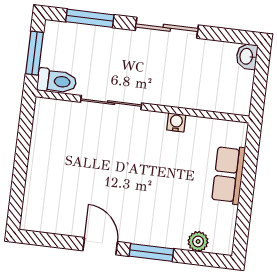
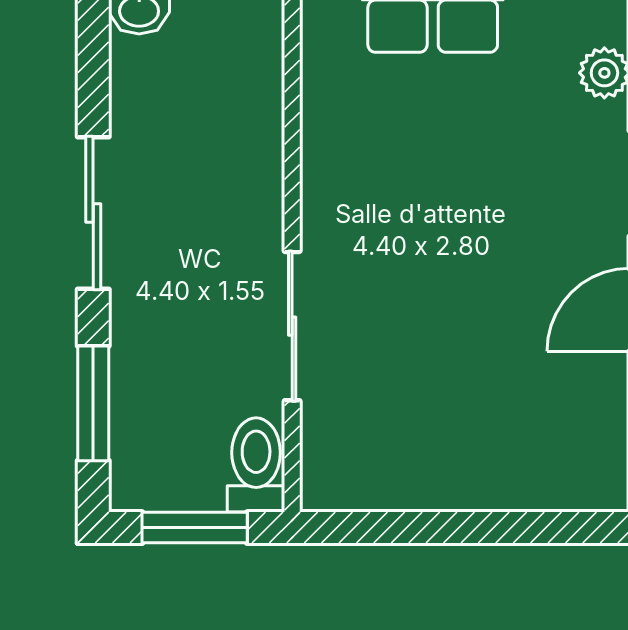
water cooler: (176, 122) -> (321, 162), removed

